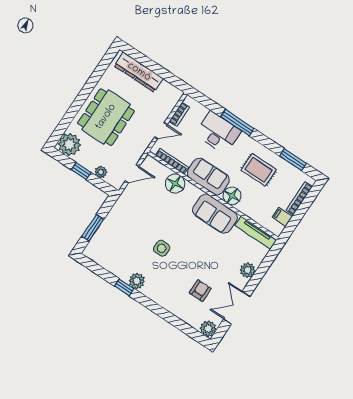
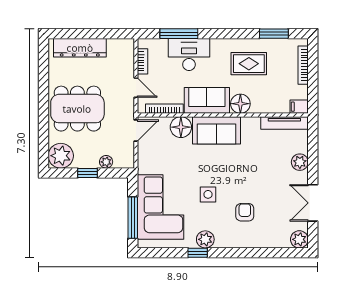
dining table: (106, 117) -> (77, 109), turned 90
window: (237, 123) -> (179, 34), moved
door: (161, 131) -> (136, 88), hinge flipped
door: (132, 174) -> (136, 131), moved
sofa: (215, 214) -> (217, 130), moved
filing cabinet: (282, 217) -> (299, 107), moved
window: (93, 228) -> (133, 218), width x1.44
corner sofa: (119, 234) -> (160, 207), added
armchair: (200, 291) -> (245, 212), moved

